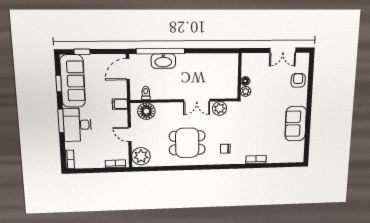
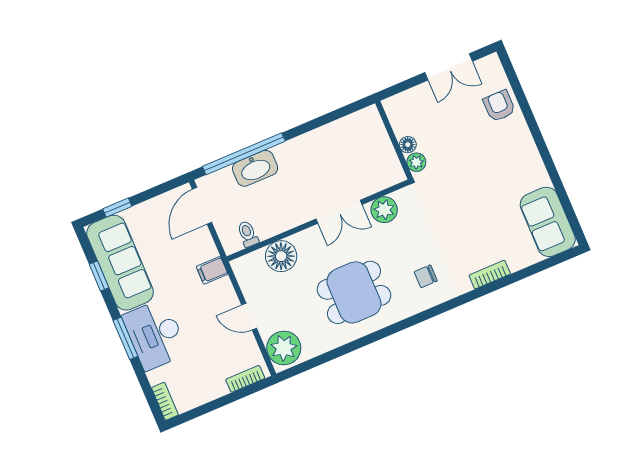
floor lamp: (146, 111) -> (281, 256), moved
sofa: (296, 124) -> (548, 222), moved

